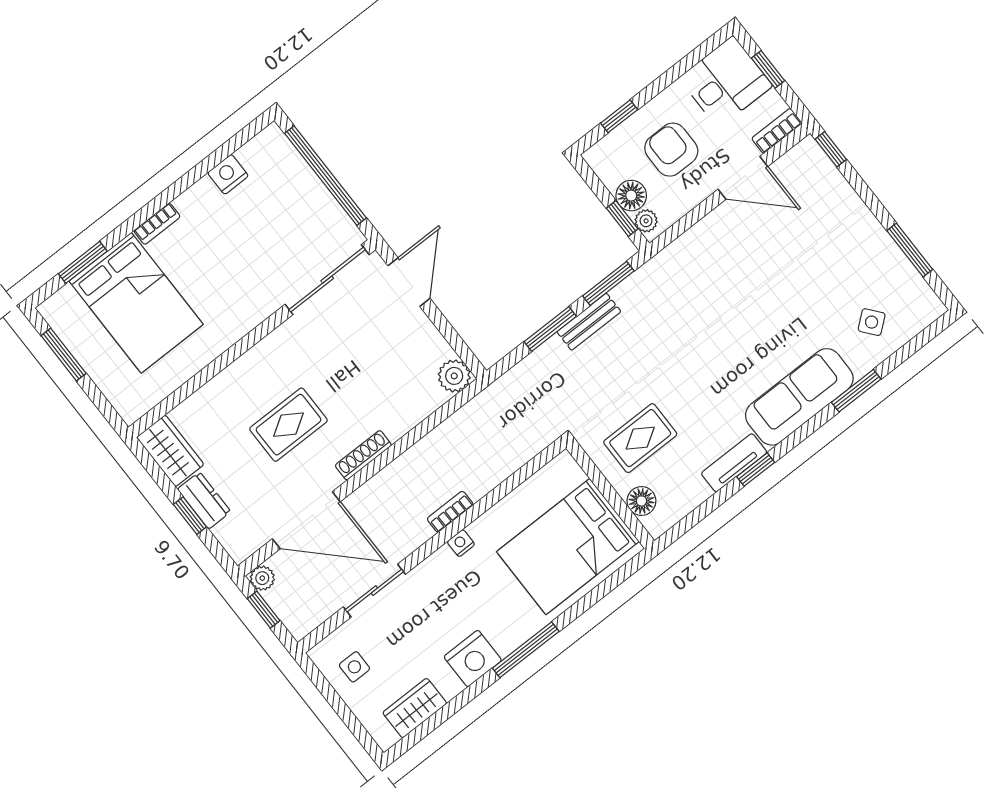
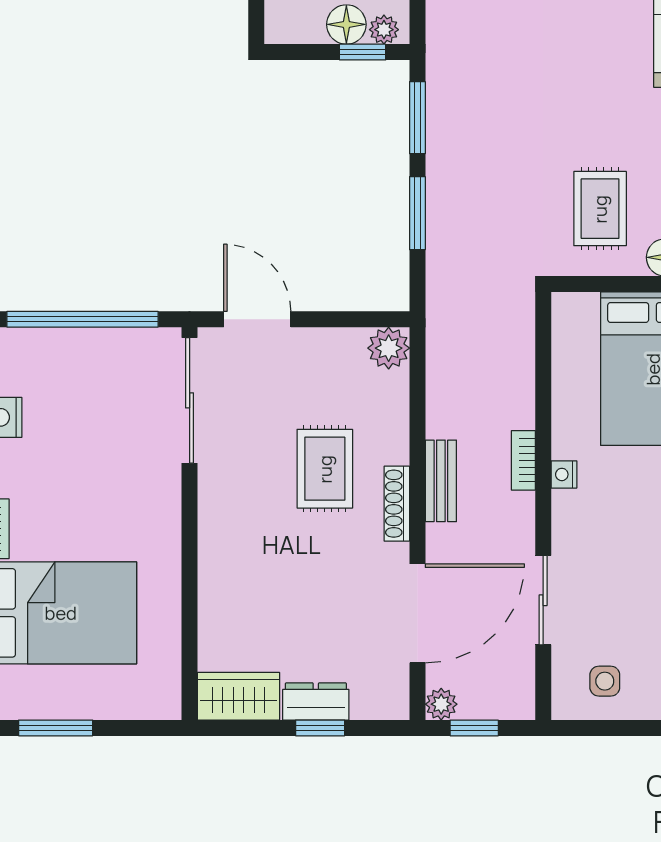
bench: (589, 322) -> (441, 481), moved
rug: (289, 425) -> (325, 469), moved

